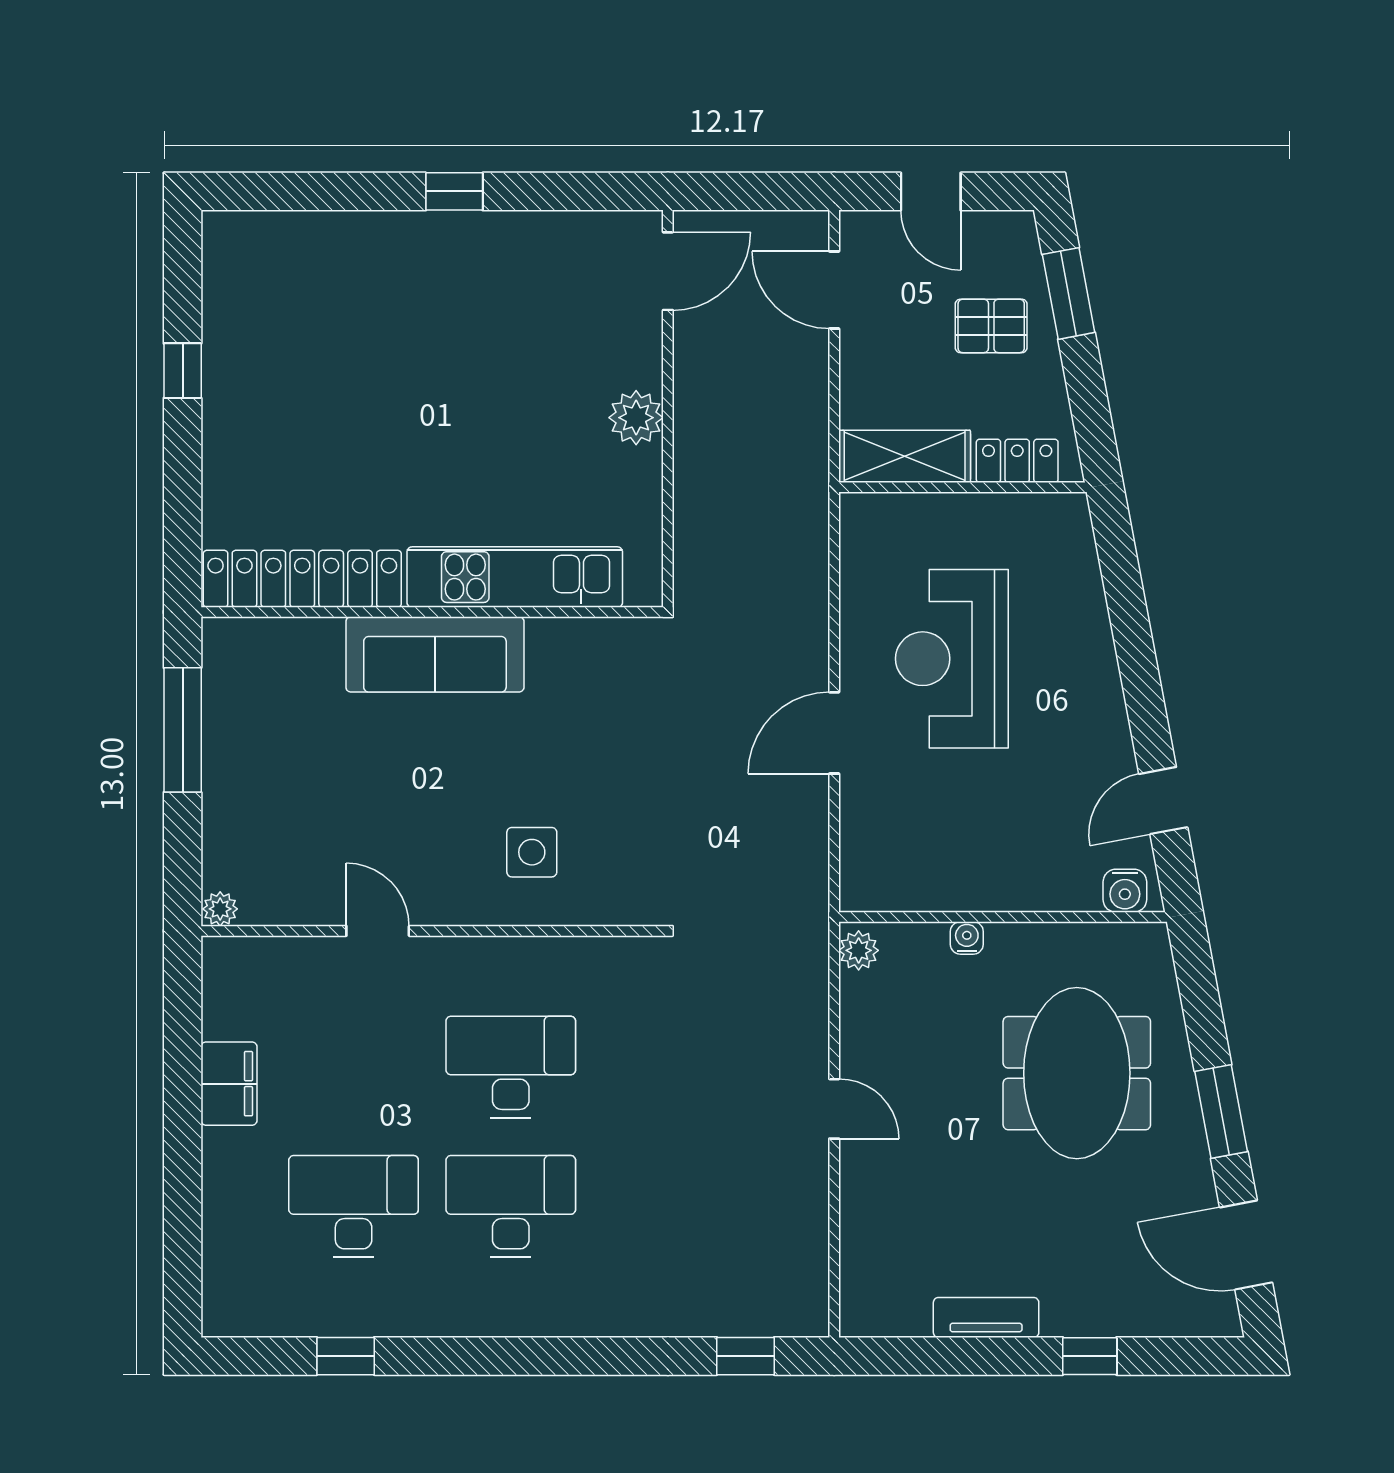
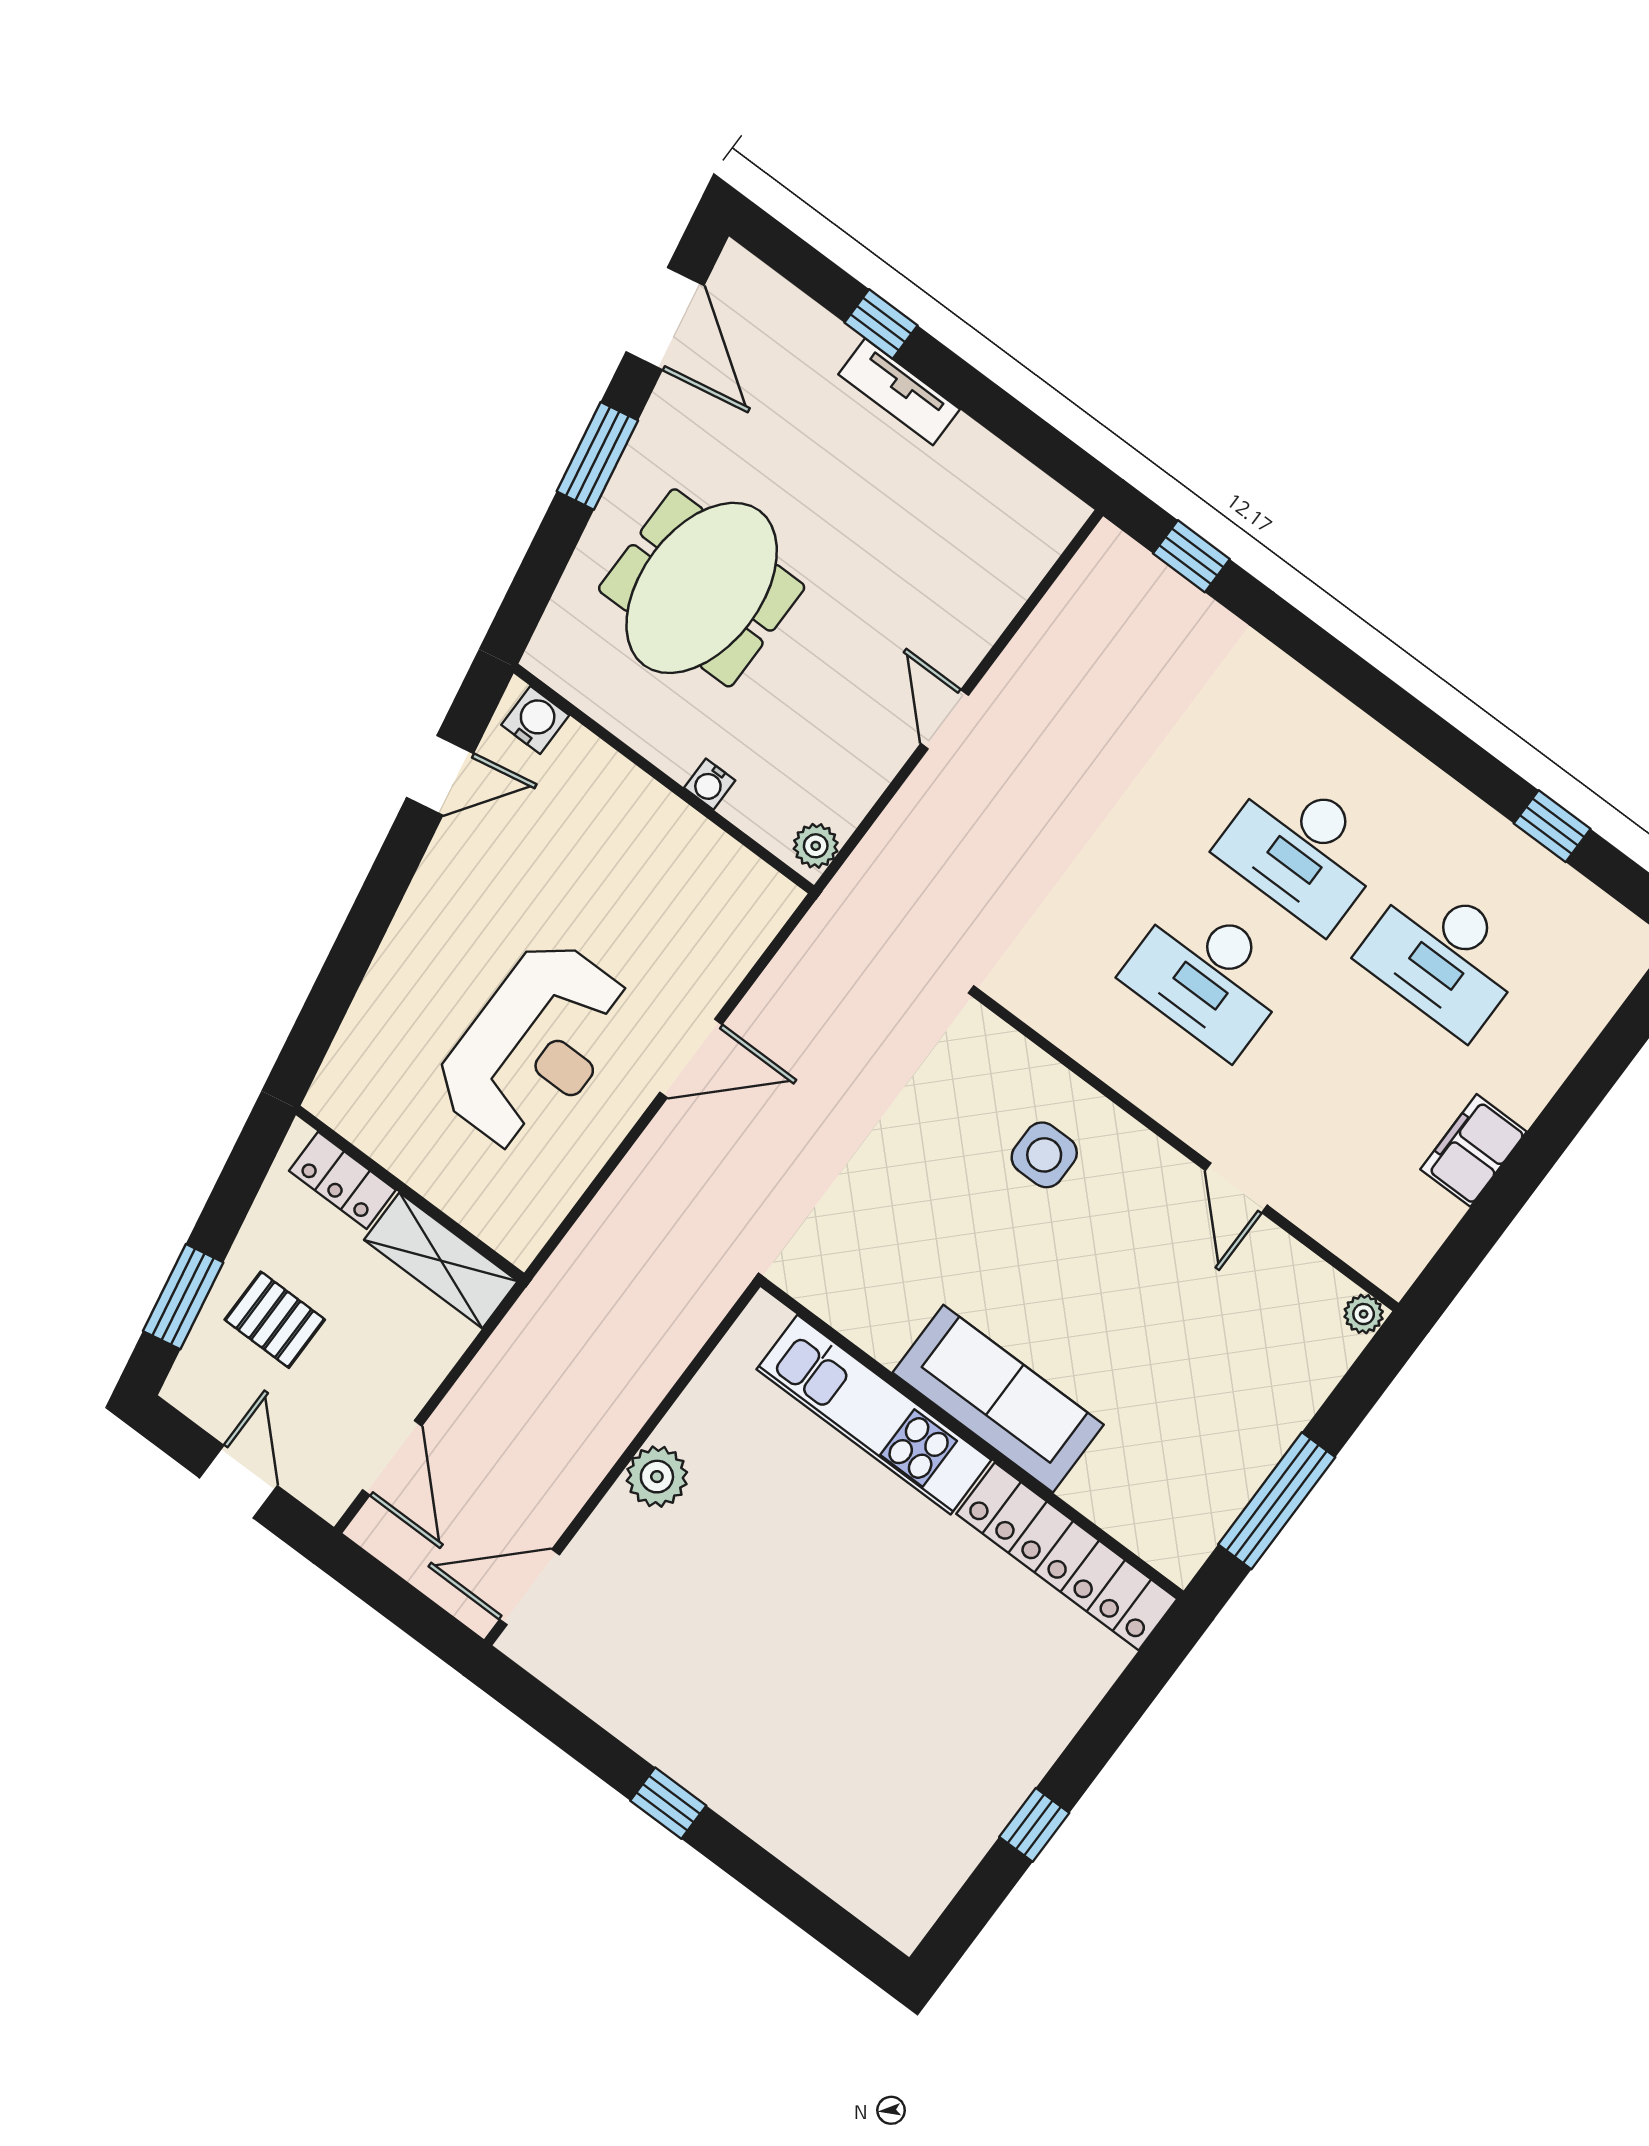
tv unit: (986, 1317) -> (899, 392), moved

